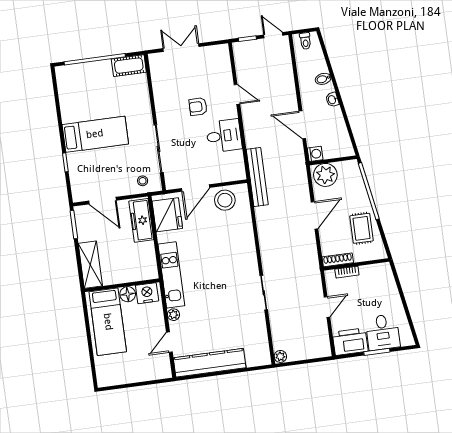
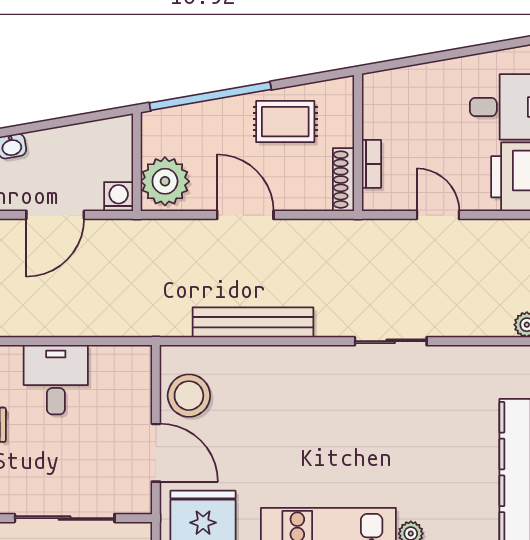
bench: (257, 177) -> (253, 322), moved

